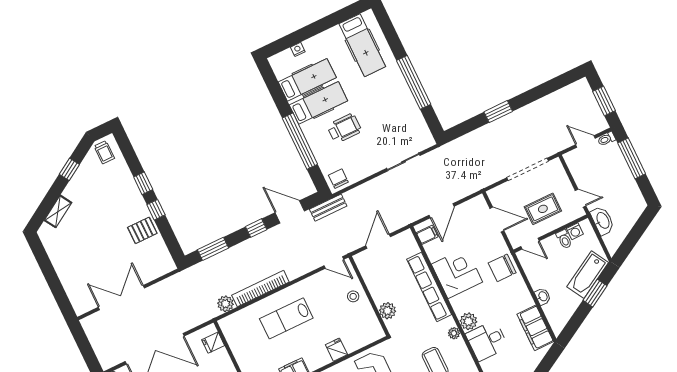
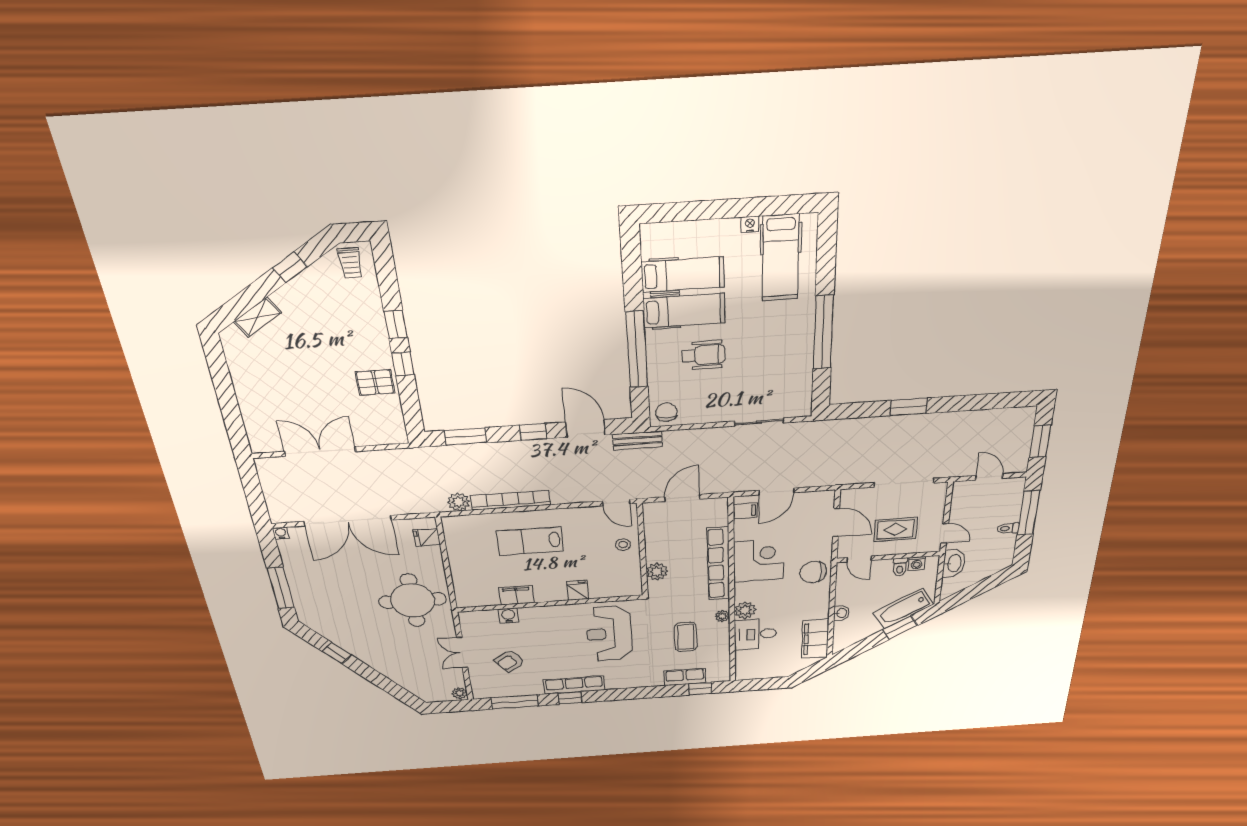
nightstand: (298, 49) -> (750, 224), moved
toilet: (606, 139) -> (1008, 528), moved

